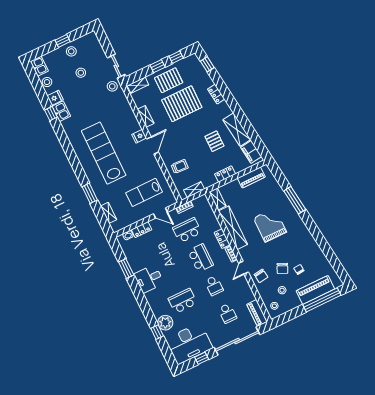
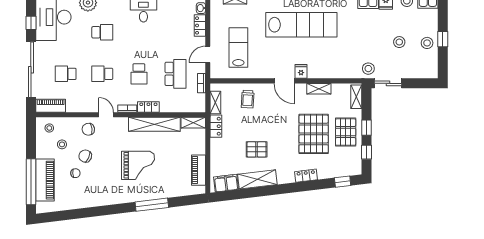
locker: (225, 174) -> (216, 126), moved
school desk: (201, 258) -> (139, 74), width x0.54
school desk: (183, 301) -> (102, 32), width x0.54

